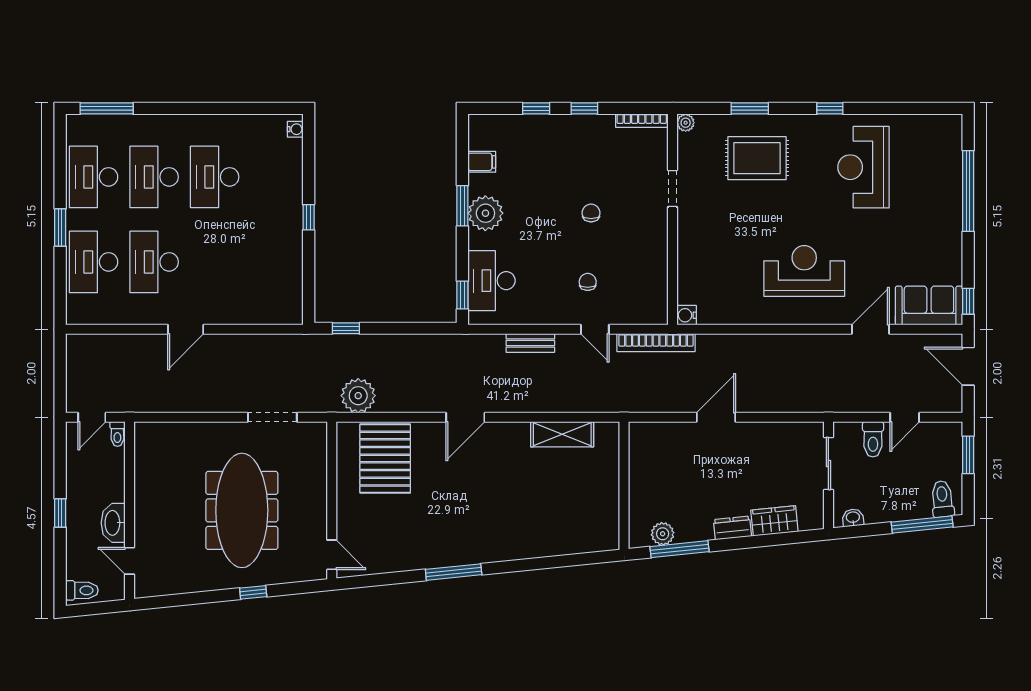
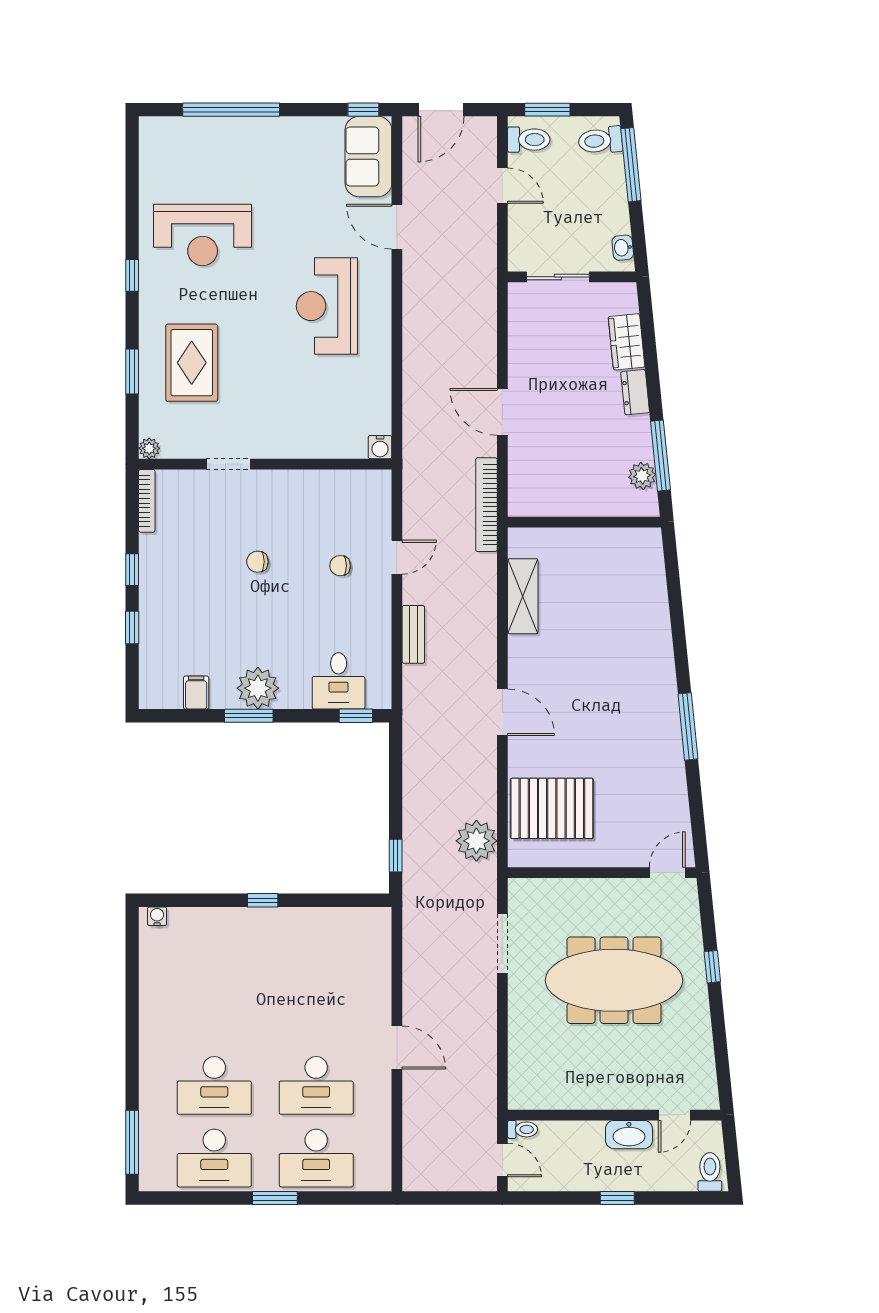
desk: (215, 177) -> (214, 1013), removed
desk: (492, 281) -> (339, 681), width x0.73
bookcase: (656, 343) -> (486, 505), moved, turned 180
toilet: (873, 439) -> (529, 140), moved

